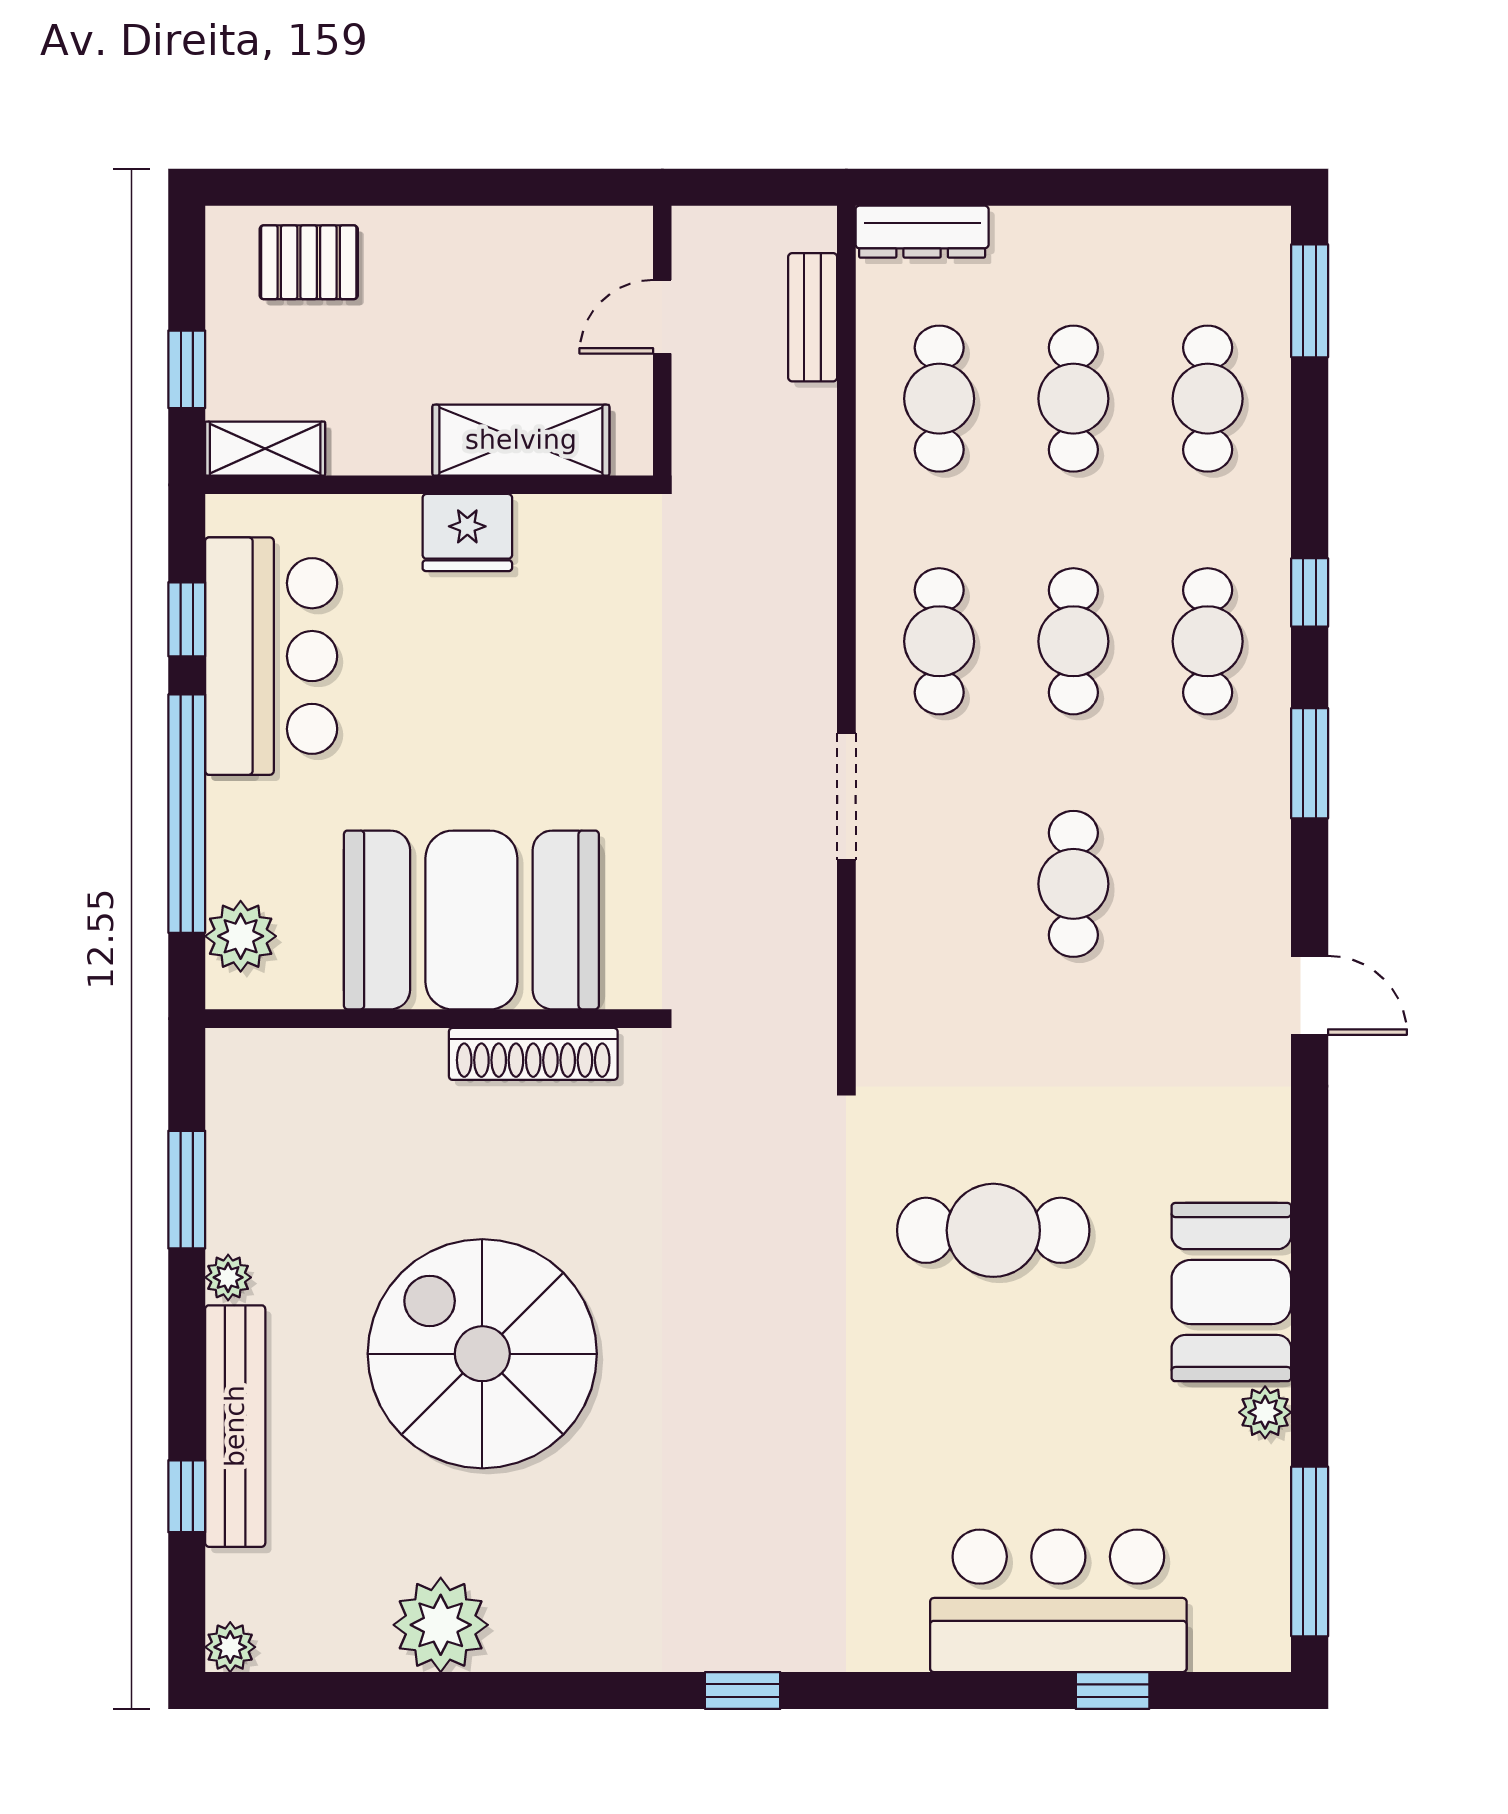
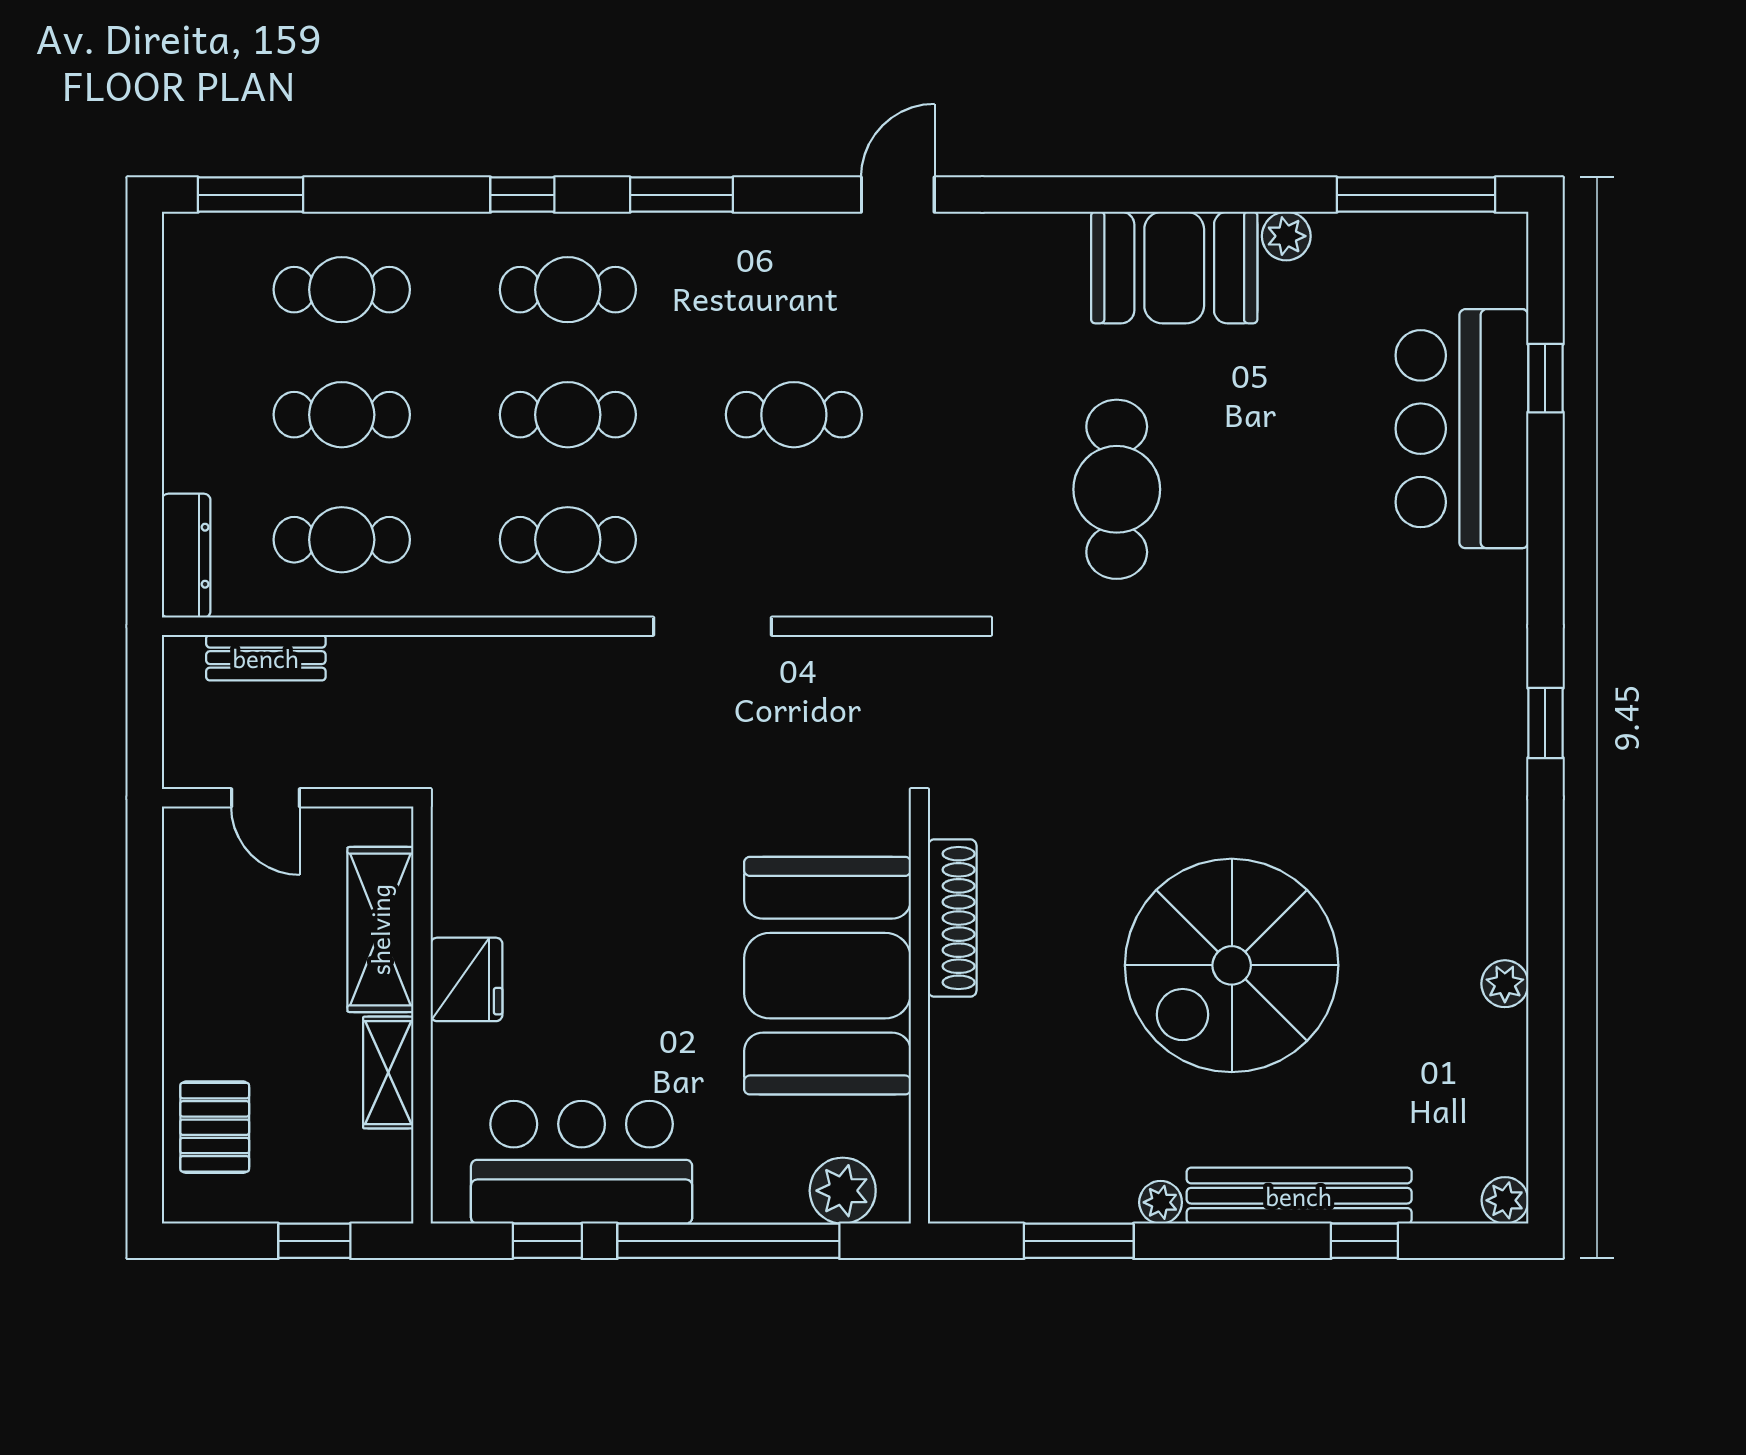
shelving: (265, 449) -> (388, 1073), moved
plant: (441, 1625) -> (1505, 984), width x0.53, depth x0.53

